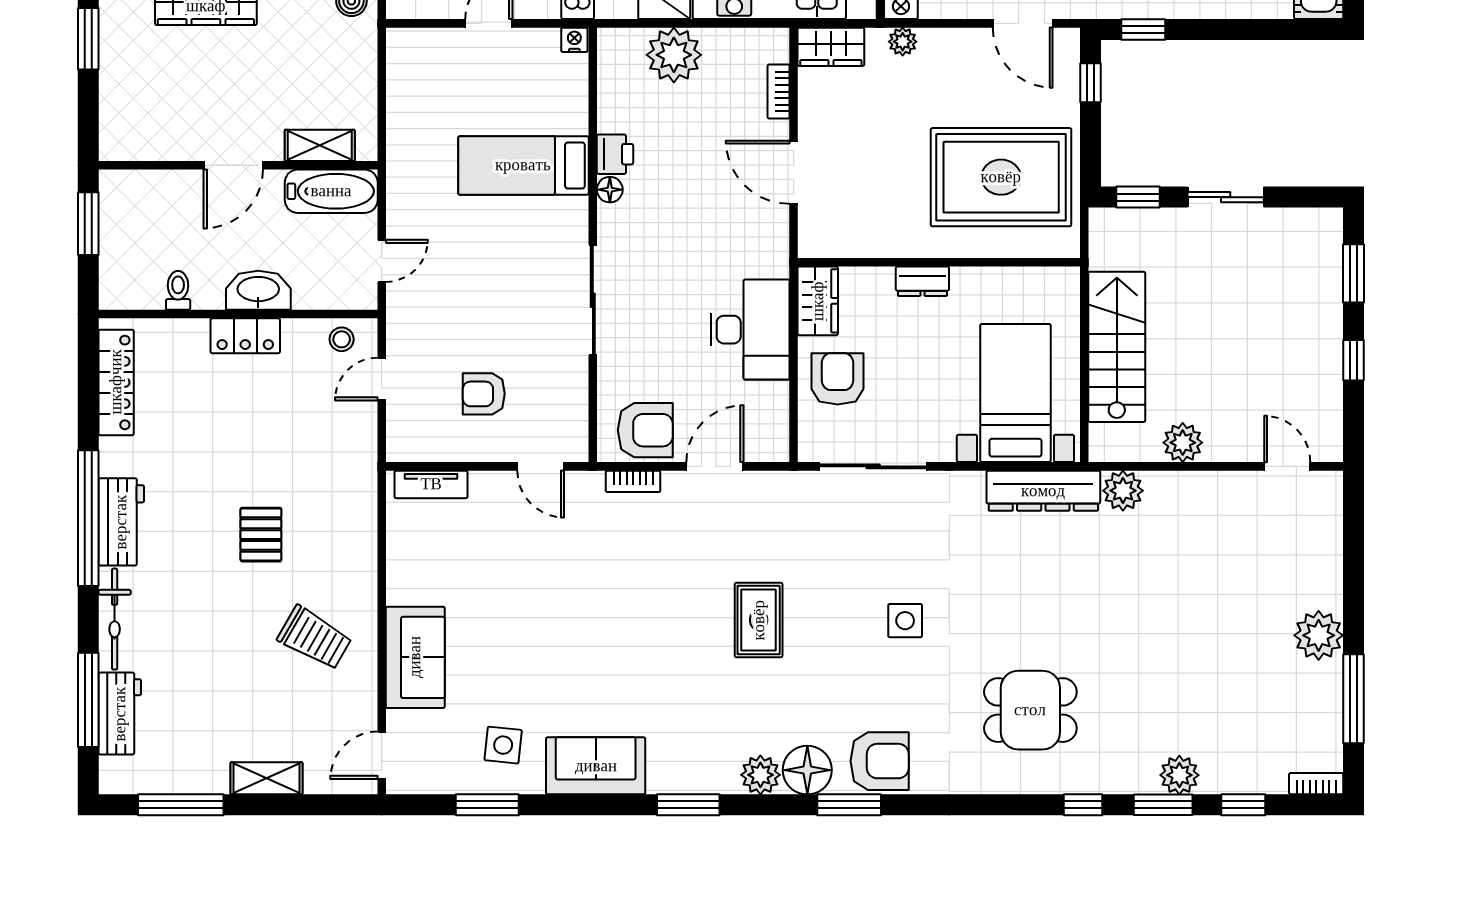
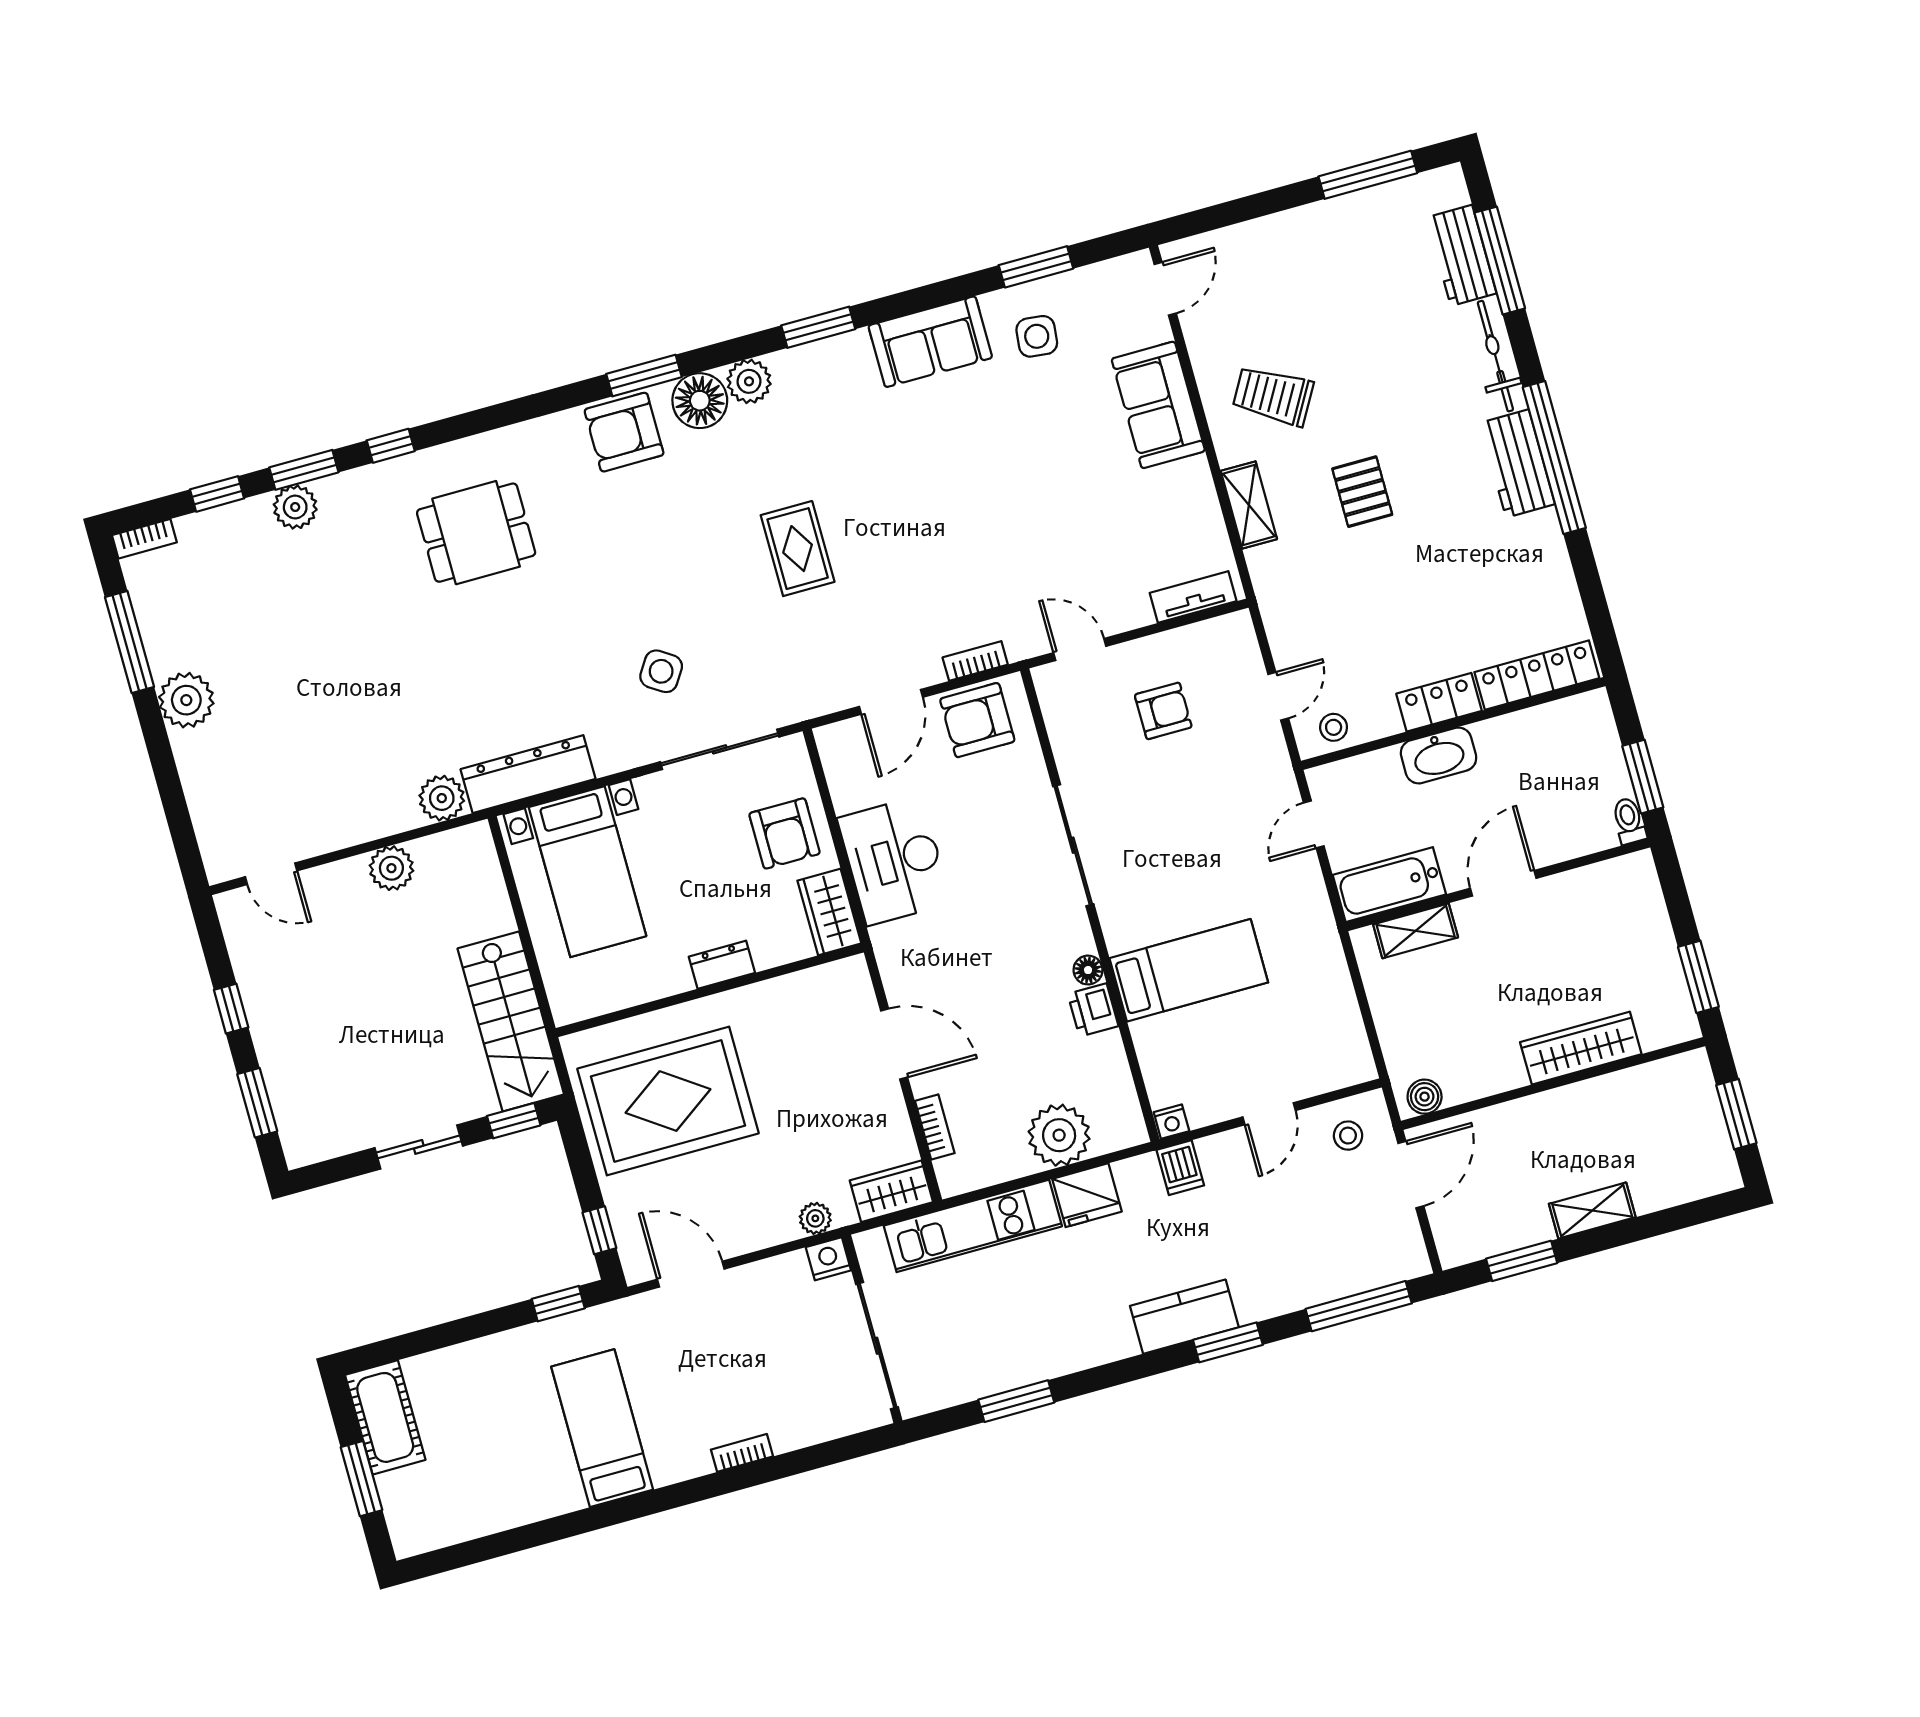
toilet: (178, 290) -> (1629, 821), moved, turned 180
stairs: (1117, 347) -> (511, 1021), moved
locker: (116, 382) -> (1537, 675), moved, turned 90
side table: (905, 621) -> (661, 671), moved, turned 33
shelving: (267, 778) -> (1249, 505), moved, turned 90

